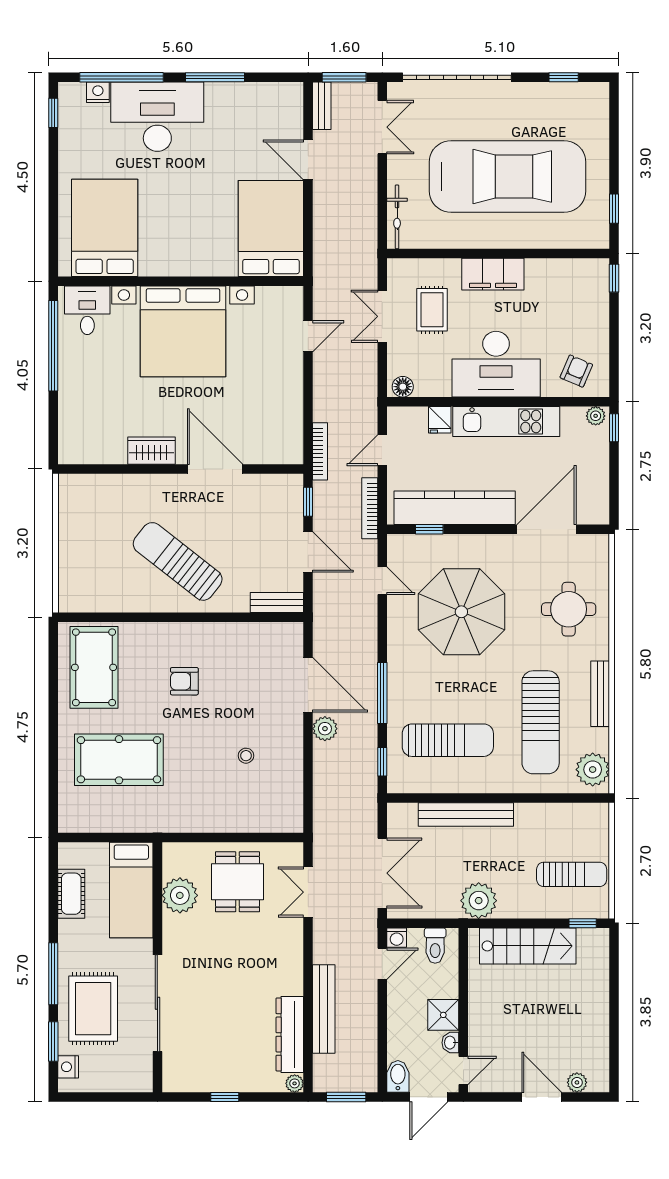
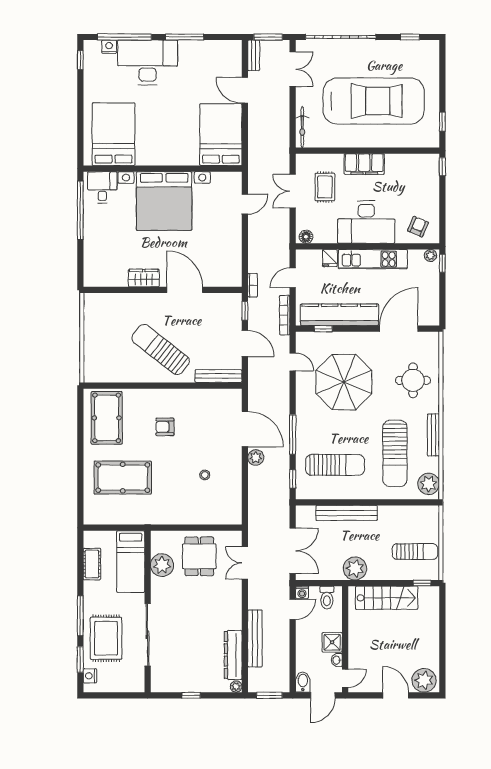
bookcase: (320, 451) -> (253, 285), width x0.64
bench: (277, 603) -> (218, 376), width x1.36
plant: (577, 1082) -> (424, 680), width x1.88, depth x1.88

